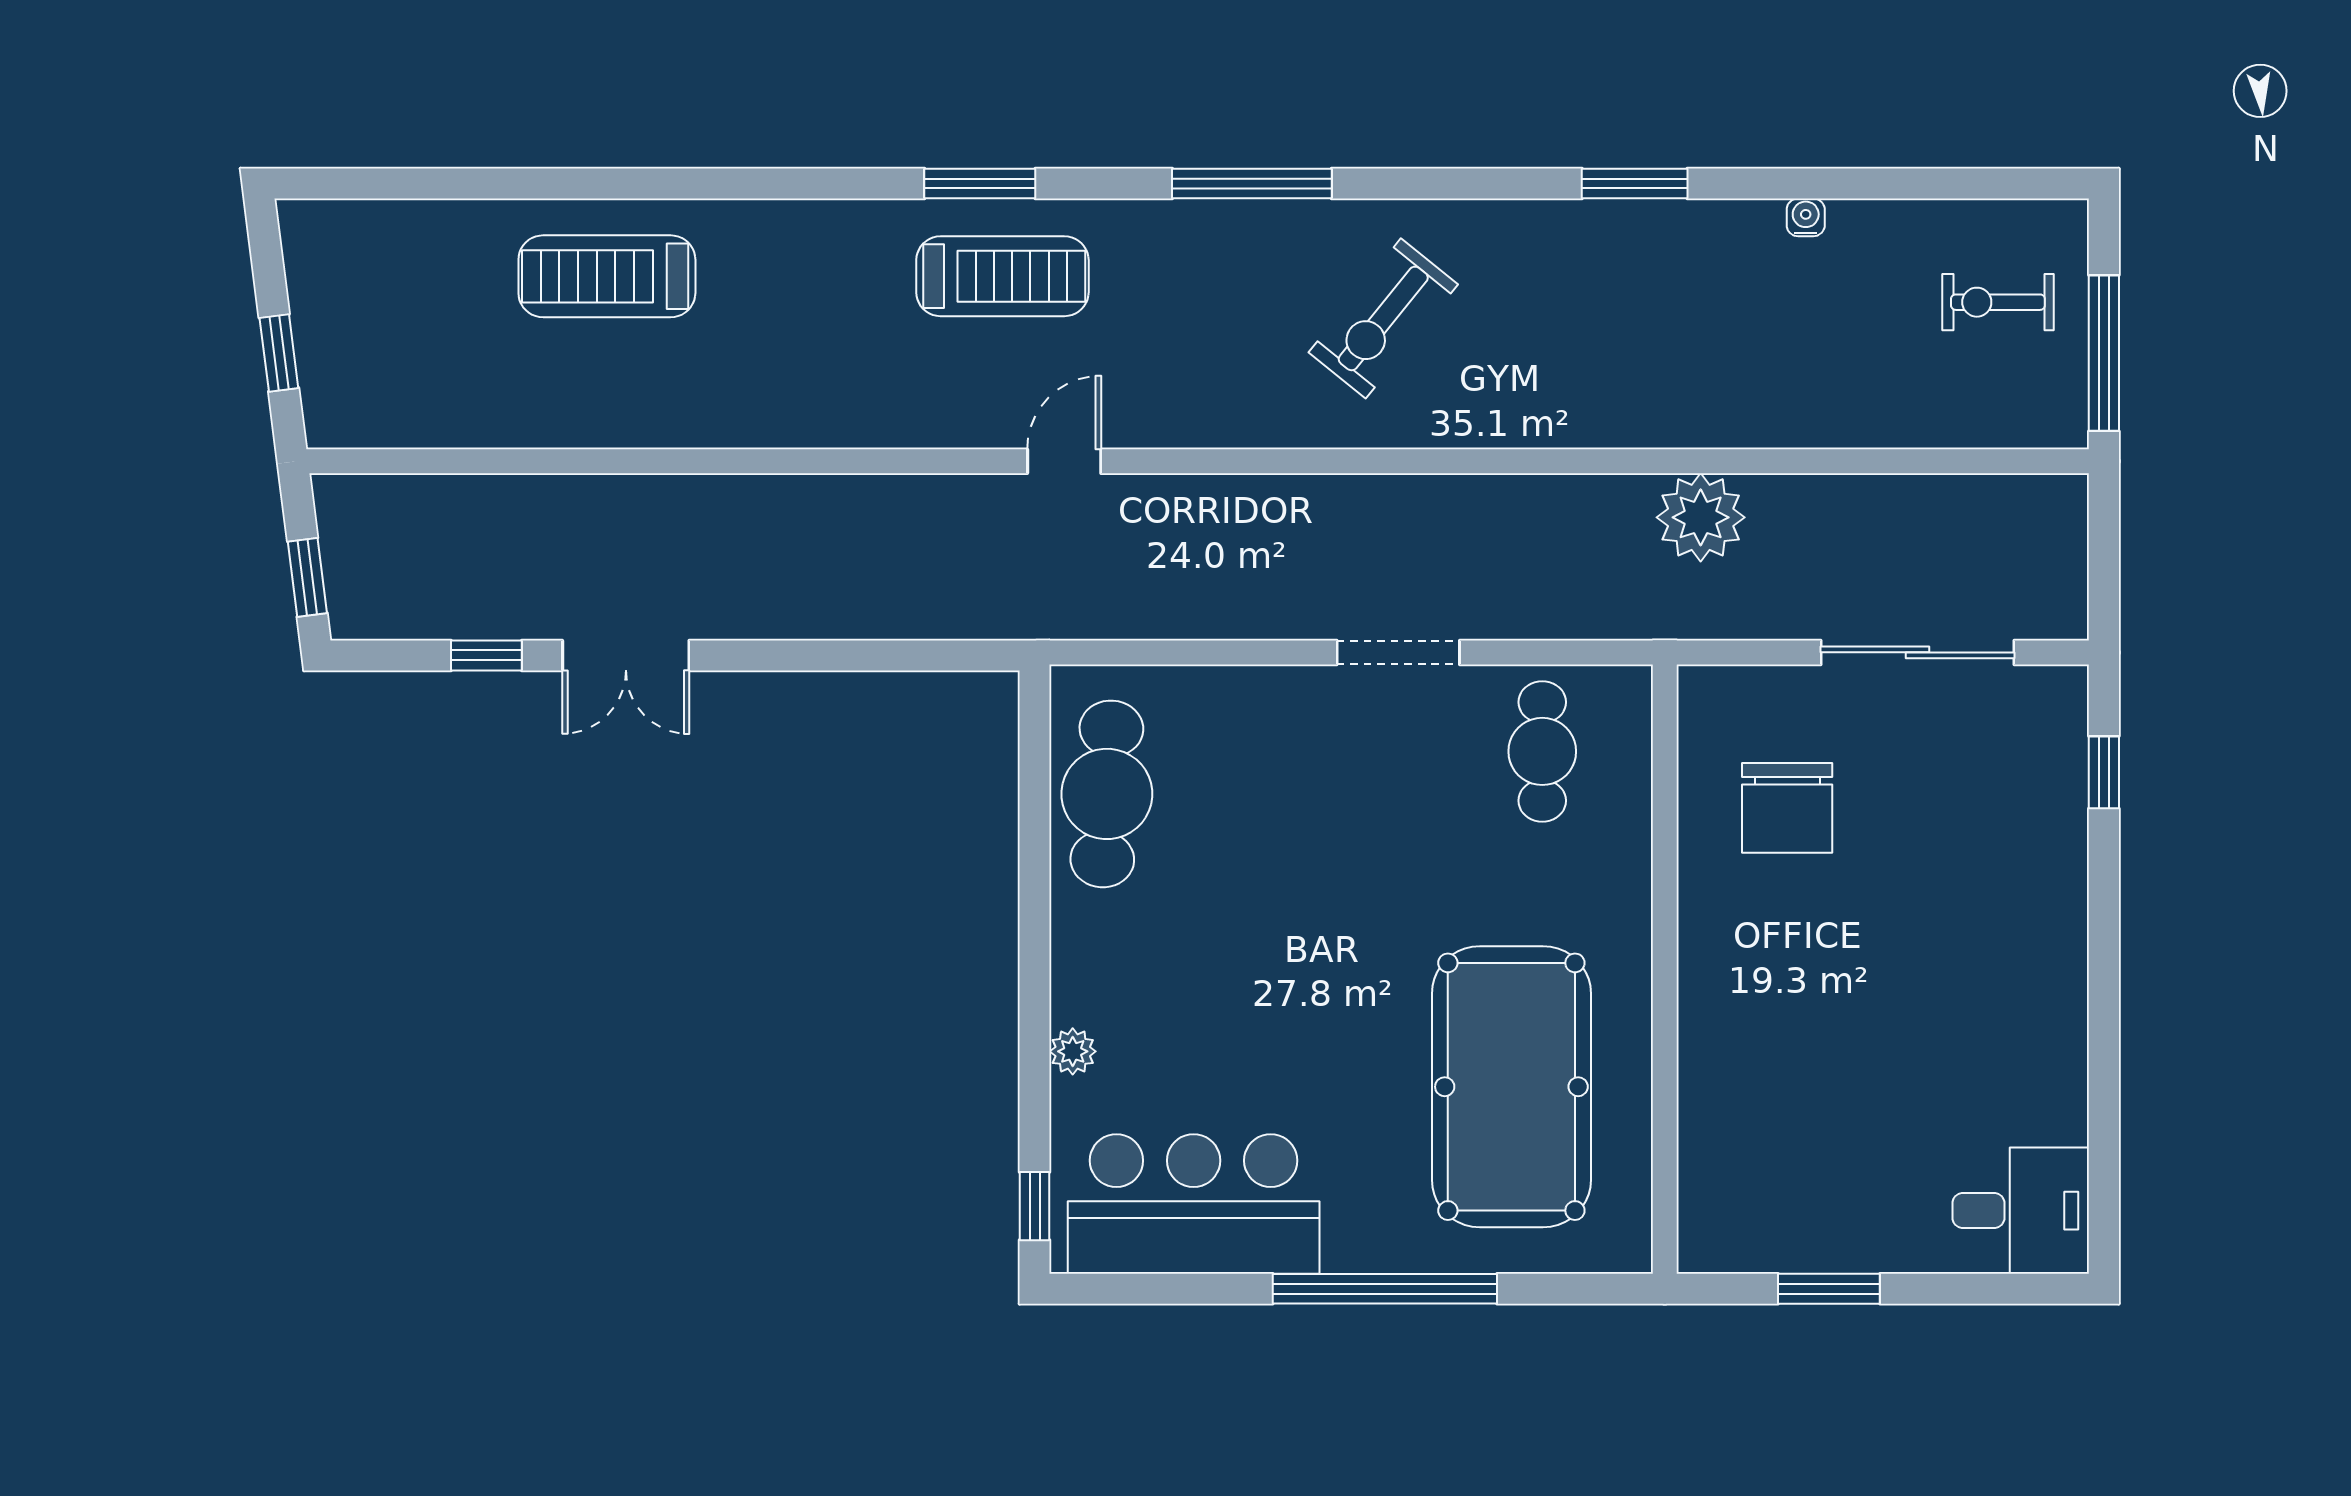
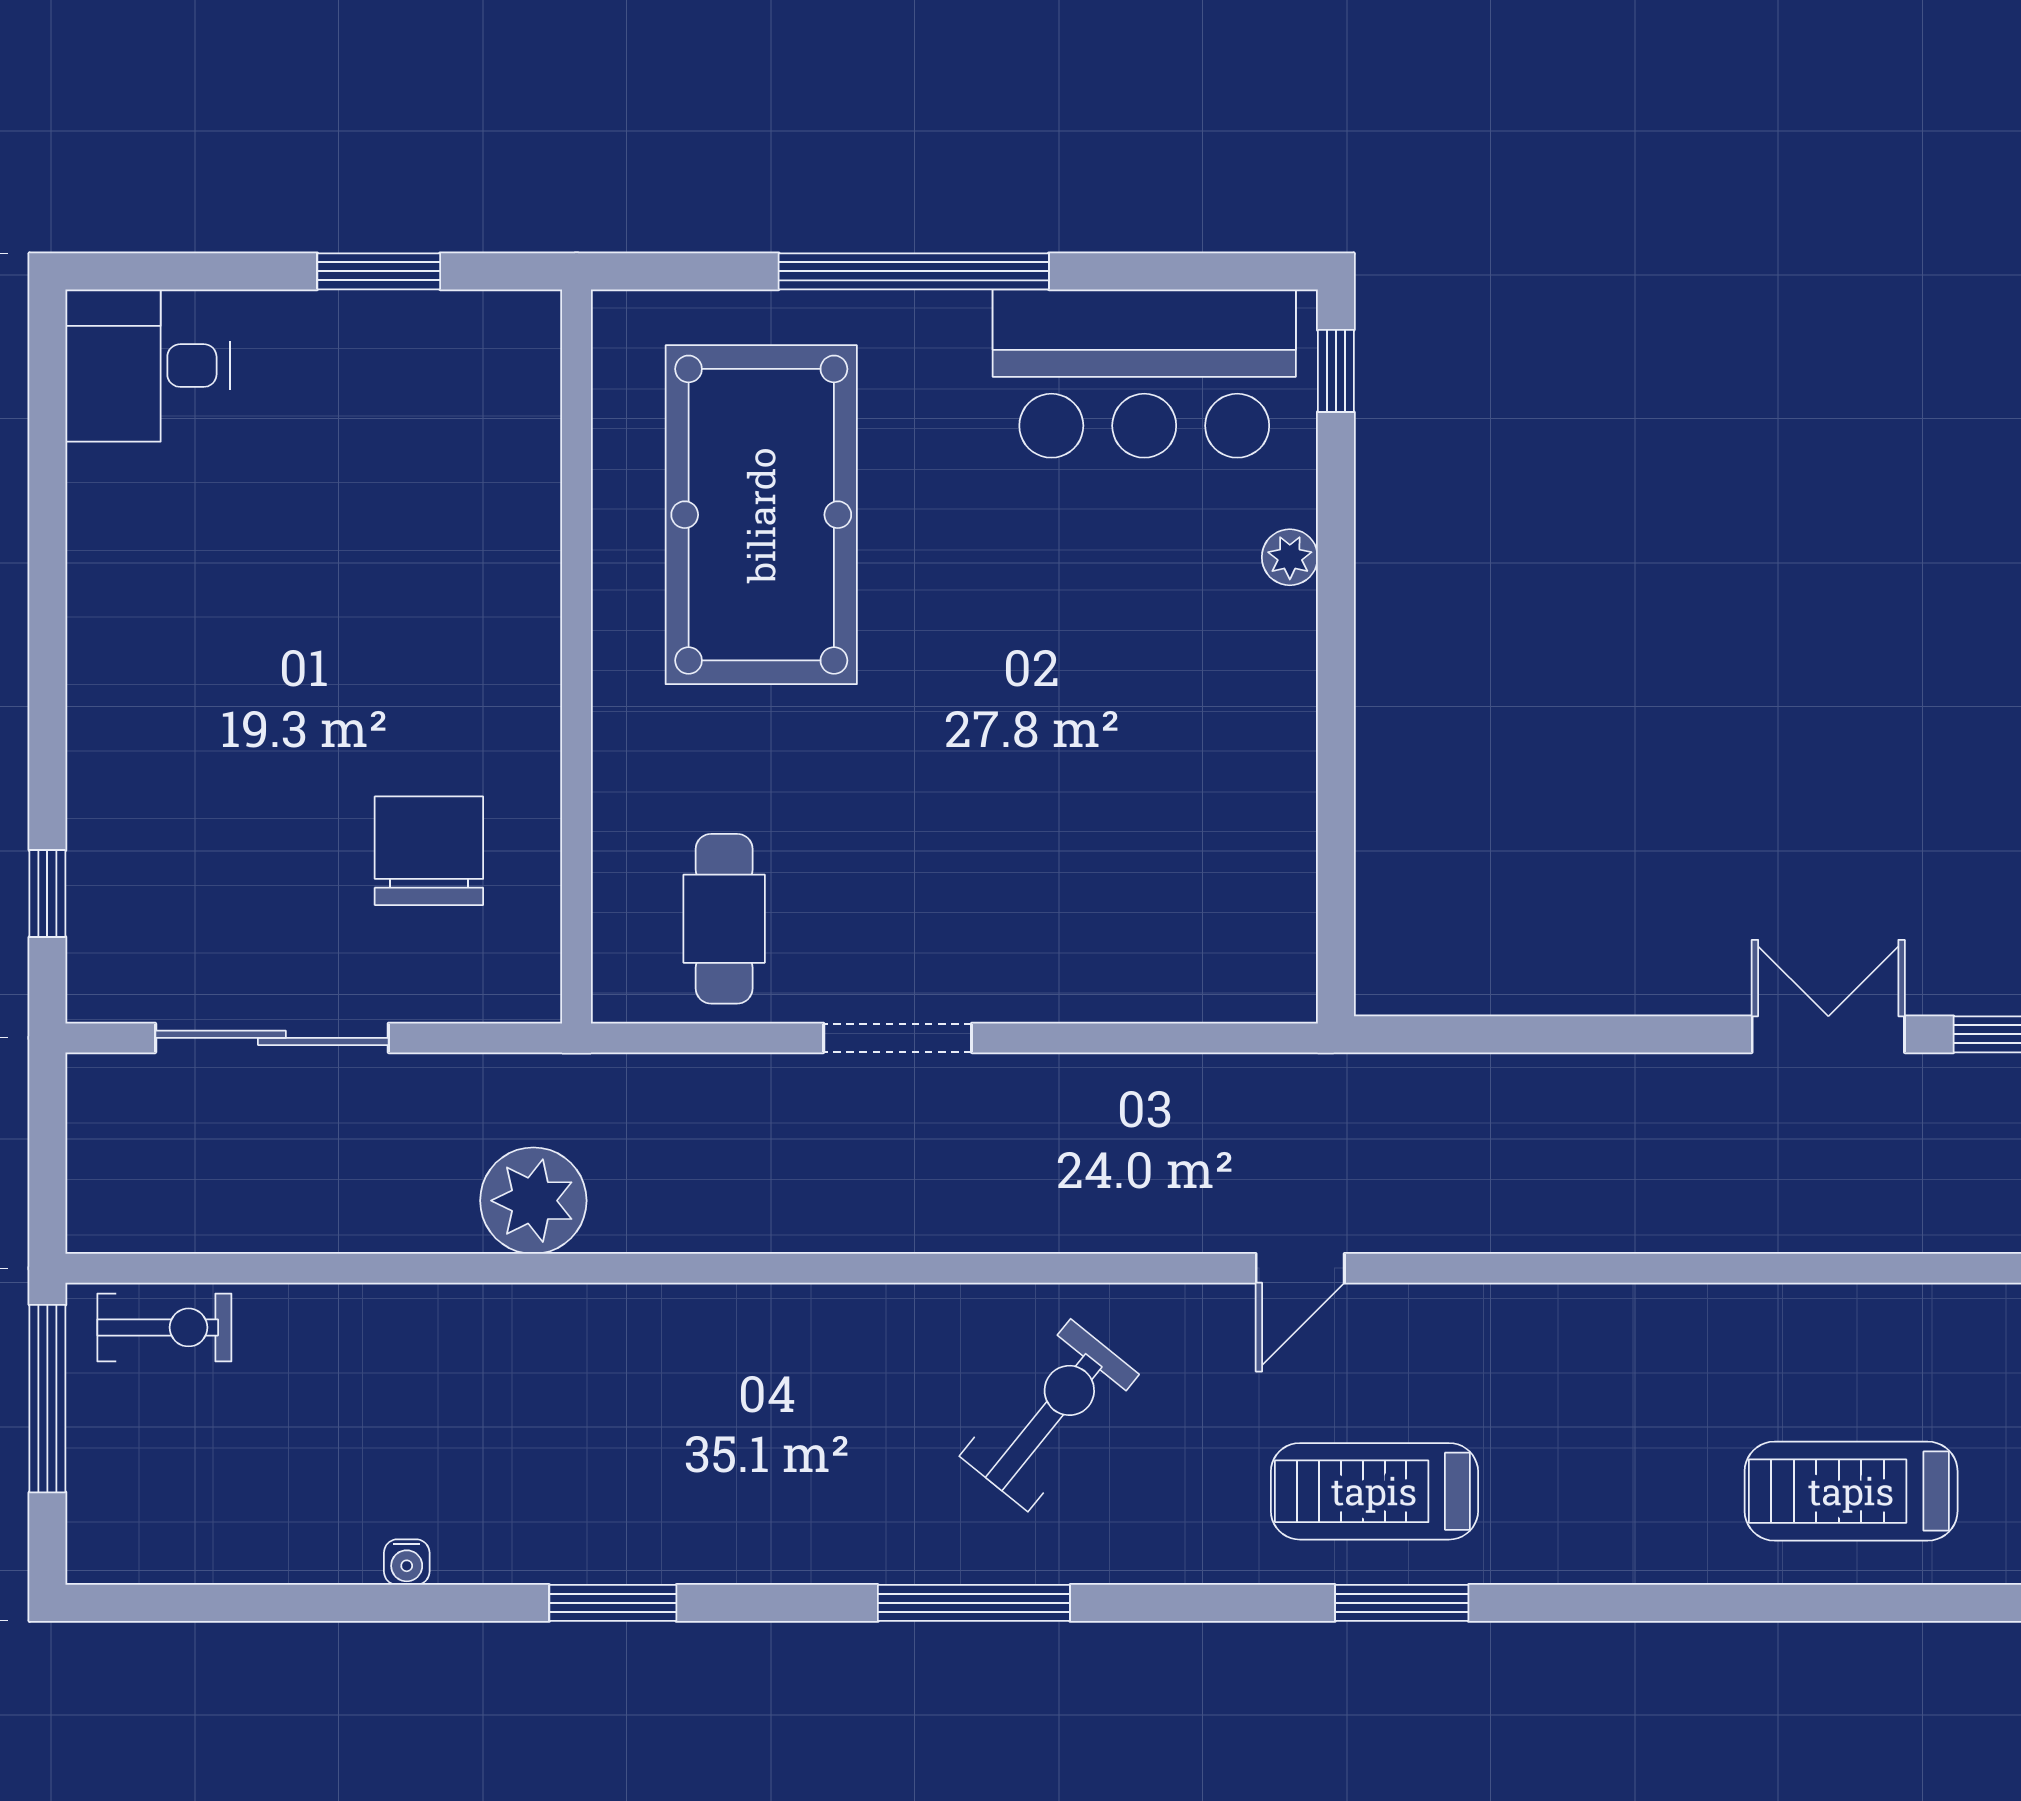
window: (1252, 184) -> (974, 1603), moved
treadmill: (607, 276) -> (1851, 1491), turned 180
exercise bike: (1998, 302) -> (164, 1327), moved
exercise bike: (1383, 318) -> (1049, 1415), moved
cafe table: (1107, 794) -> (1249, 867), removed

